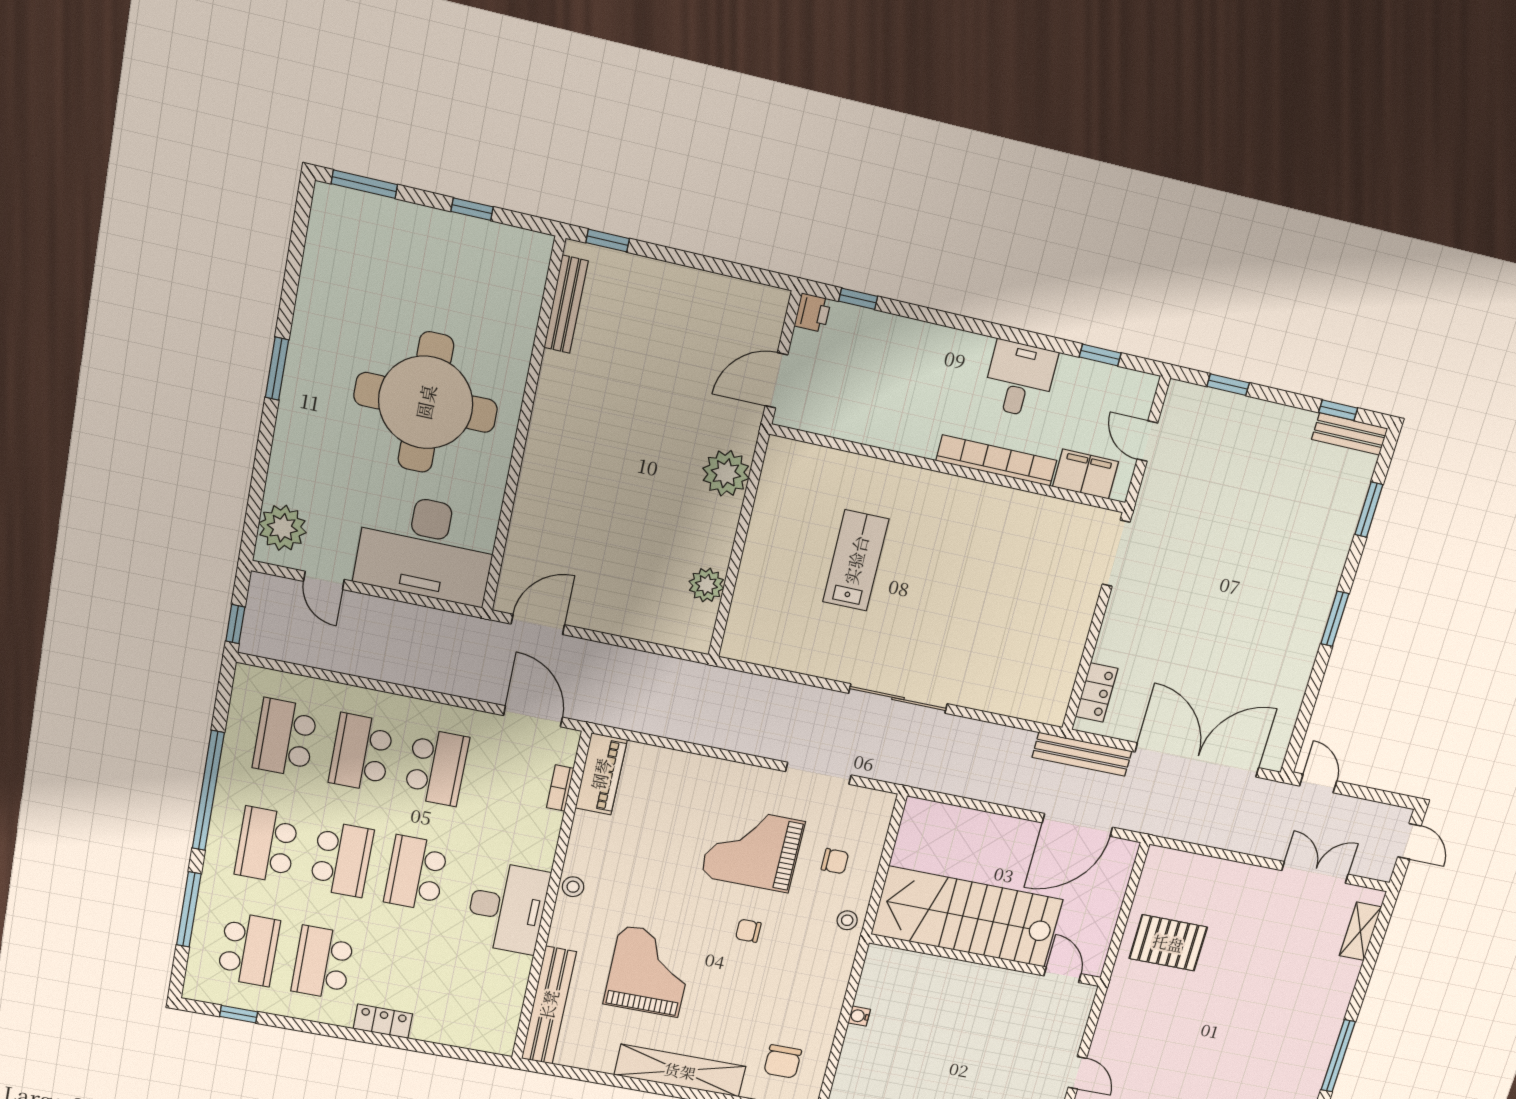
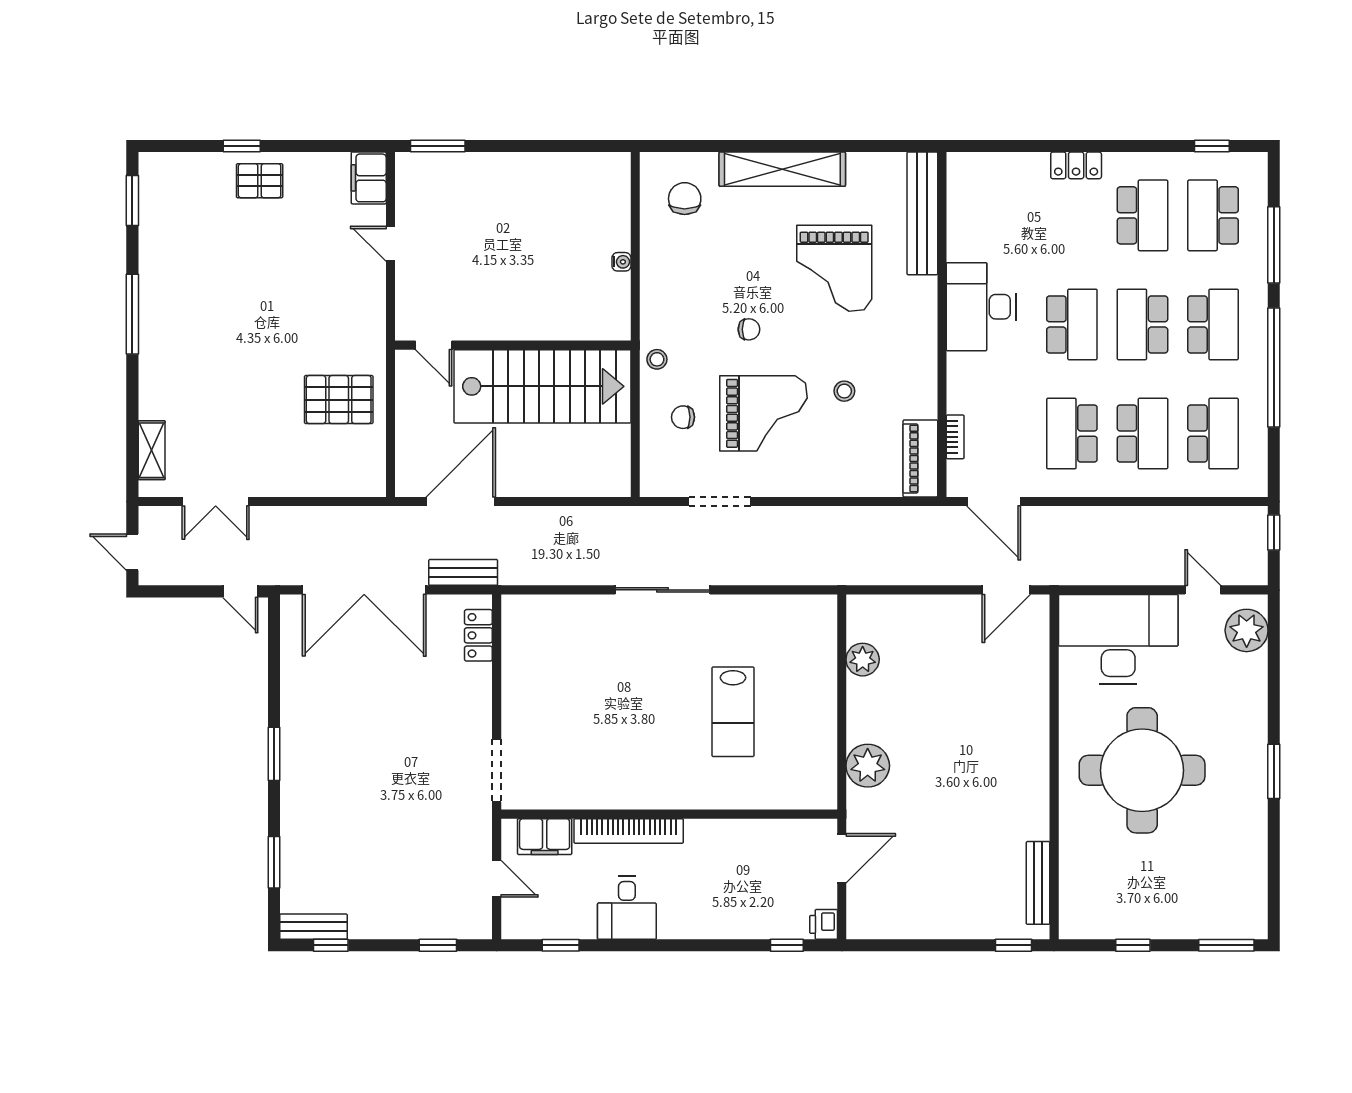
bench: (1082, 754) -> (463, 572), width x0.73
stool: (573, 887) -> (844, 391), moved

